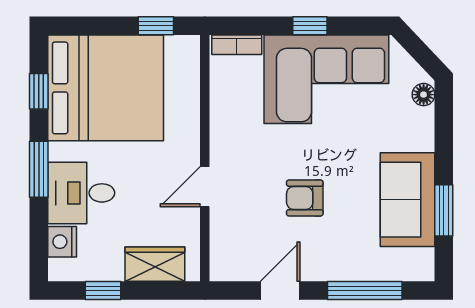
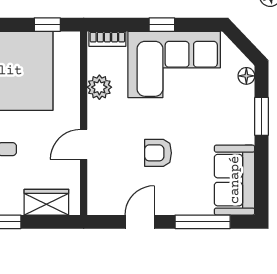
plant: (226, 110) -> (99, 87), added
sofa: (408, 200) -> (235, 180), moved
window: (444, 210) -> (262, 116), moved

